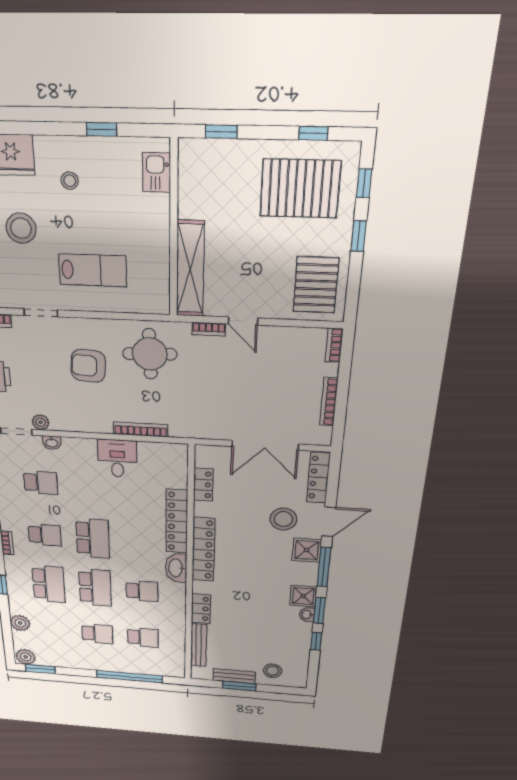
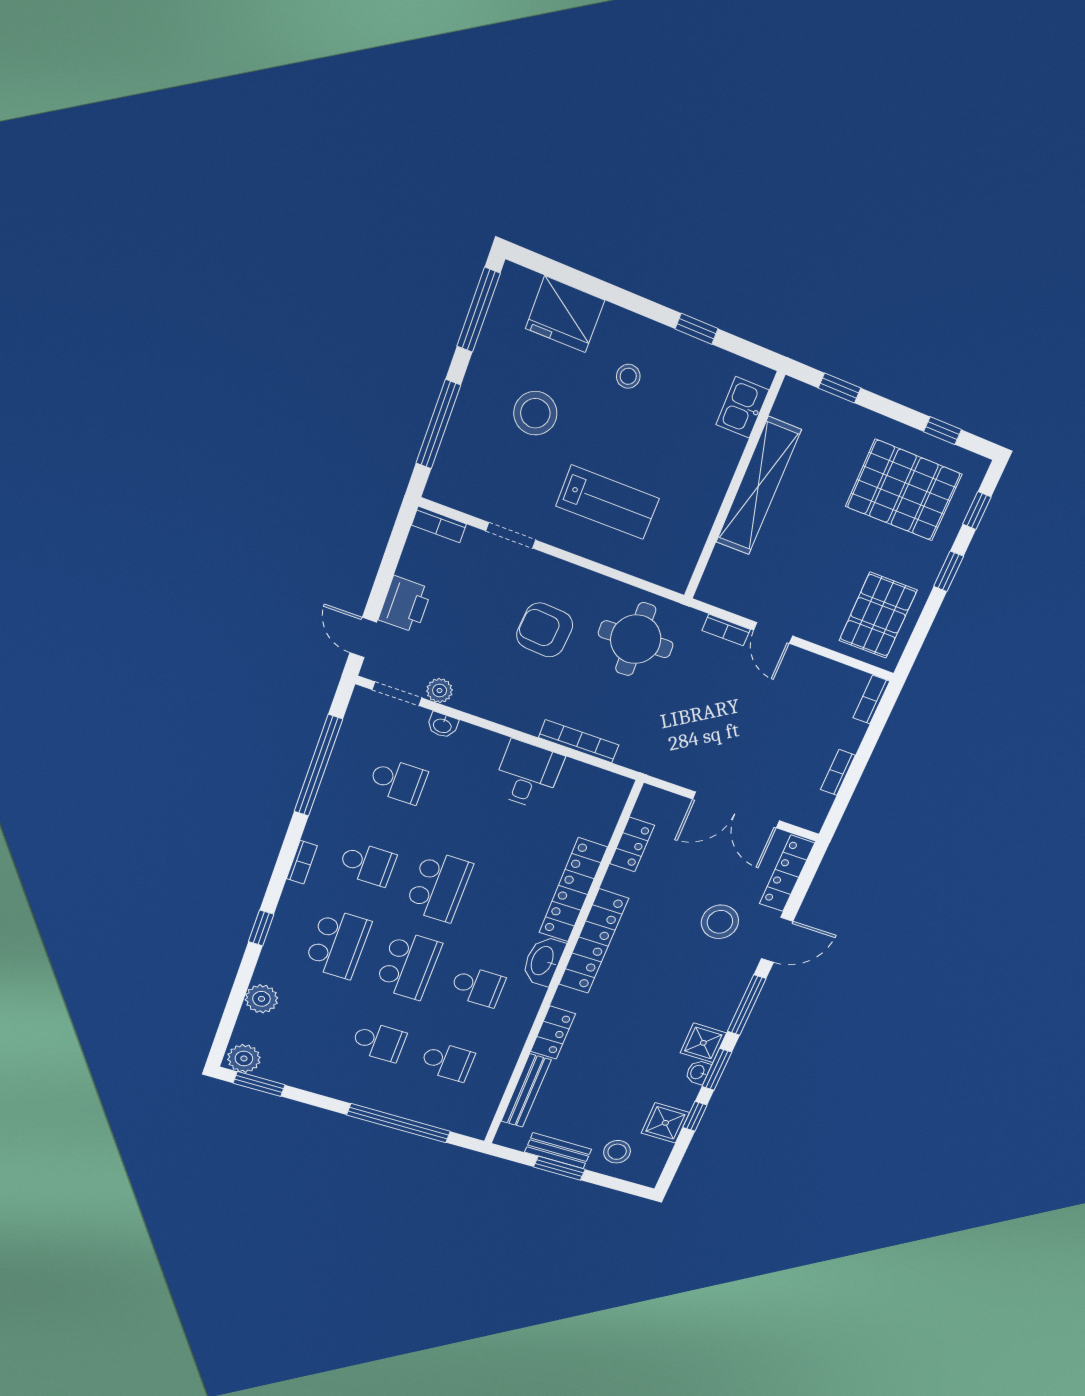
shelving: (190, 269) -> (758, 486), moved
bookcase: (329, 402) -> (838, 772), width x0.64
shower: (307, 550) -> (665, 1123), moved

